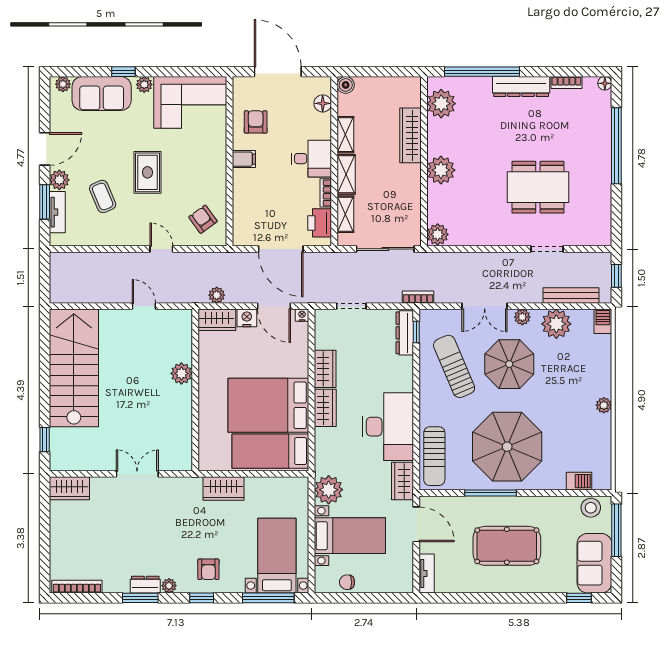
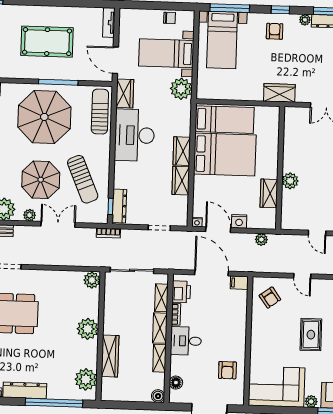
filing cabinet: (244, 159) -> (239, 283), moved
wardrobe: (217, 320) -> (269, 193), moved, turned -90
wardrobe: (223, 489) -> (279, 93), moved

